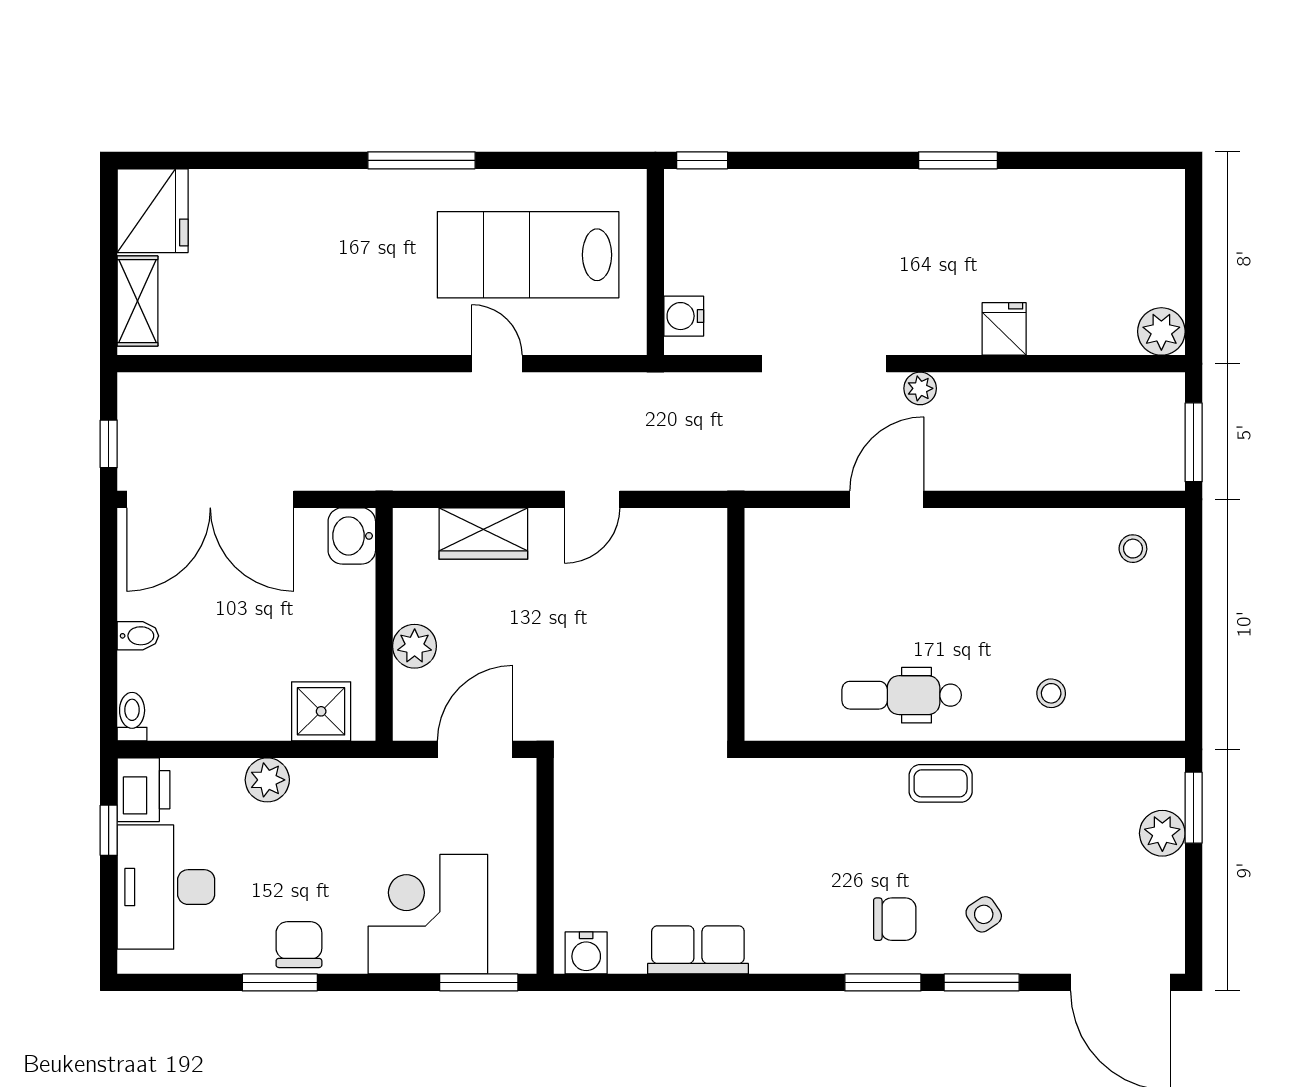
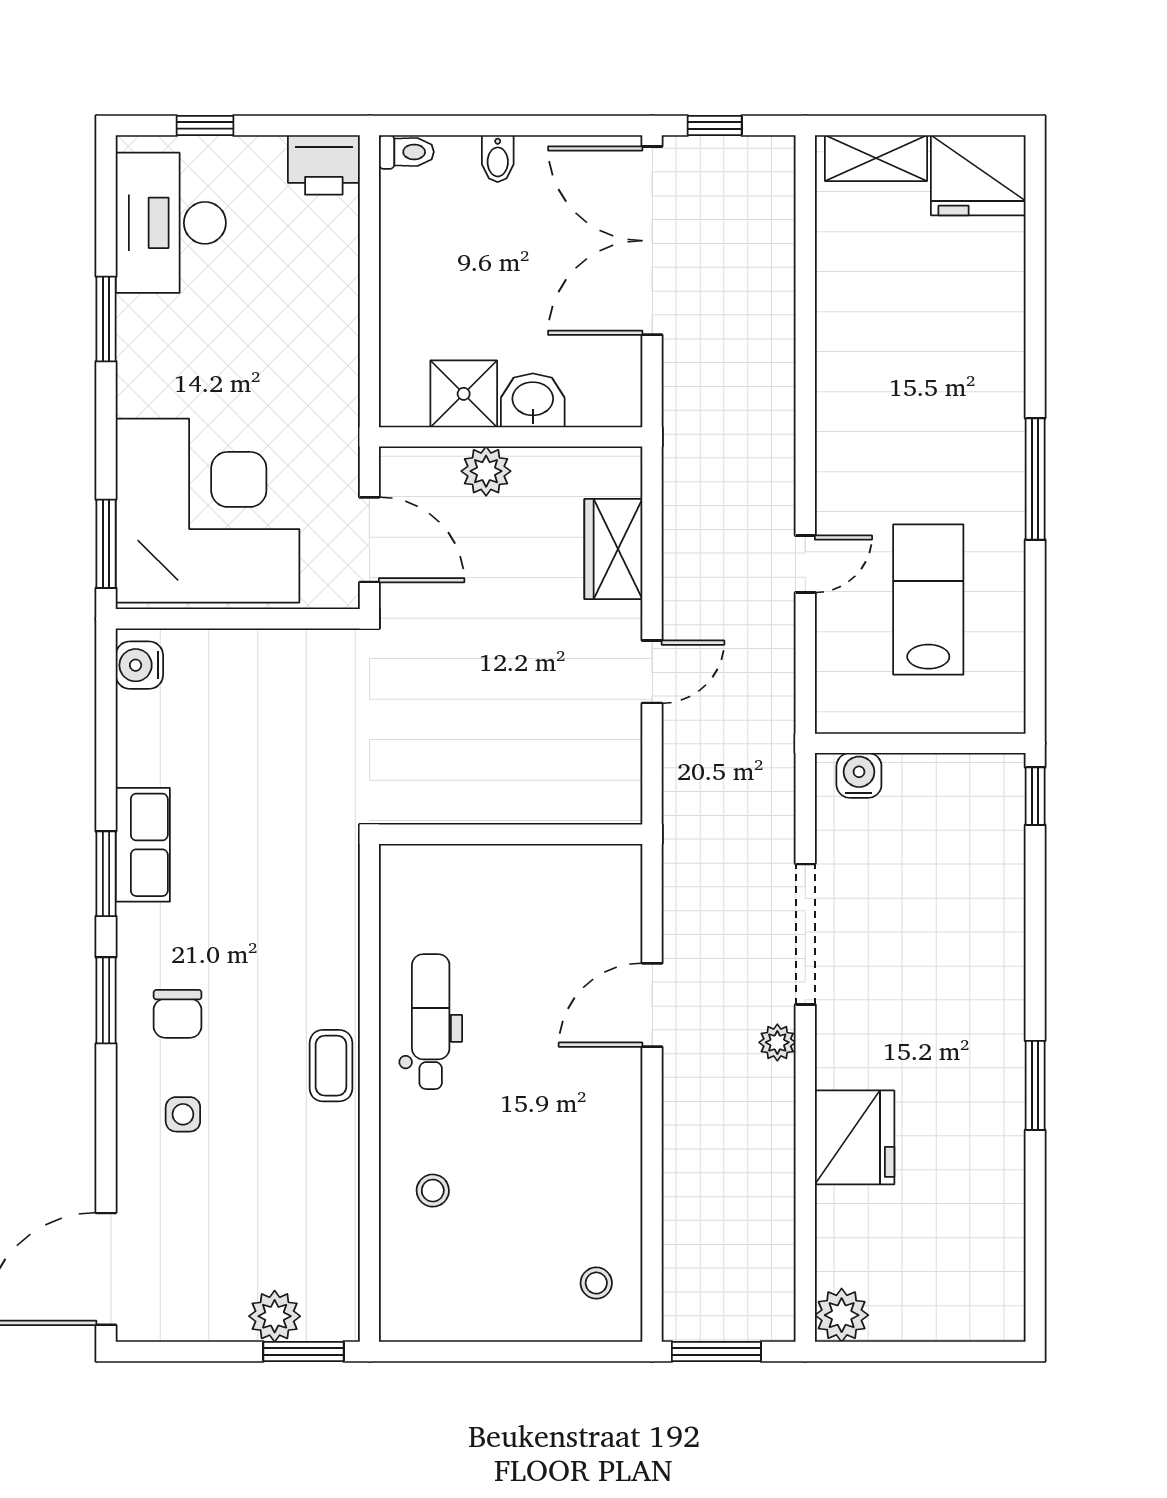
lab bench: (528, 255) -> (928, 599), width x0.73, depth x0.72
fridge: (1004, 329) -> (855, 1137), width x1.88, depth x1.34
door: (592, 499) -> (652, 672), swing flipped
door: (887, 499) -> (652, 1005), swing flipped
washbasin: (352, 536) -> (533, 400), moved
shower: (321, 711) -> (464, 394), moved
plant: (267, 780) -> (335, 305), removed
window: (109, 830) -> (205, 126), moved
desk: (166, 887) -> (171, 223), moved, turned -90
corner desk: (428, 914) -> (208, 511), width x1.36, depth x1.36
side table: (984, 914) -> (183, 1114), turned 34
chair: (299, 945) -> (149, 341), removed
row of seats: (698, 950) -> (143, 845), moved
window: (982, 982) -> (106, 874), moved

